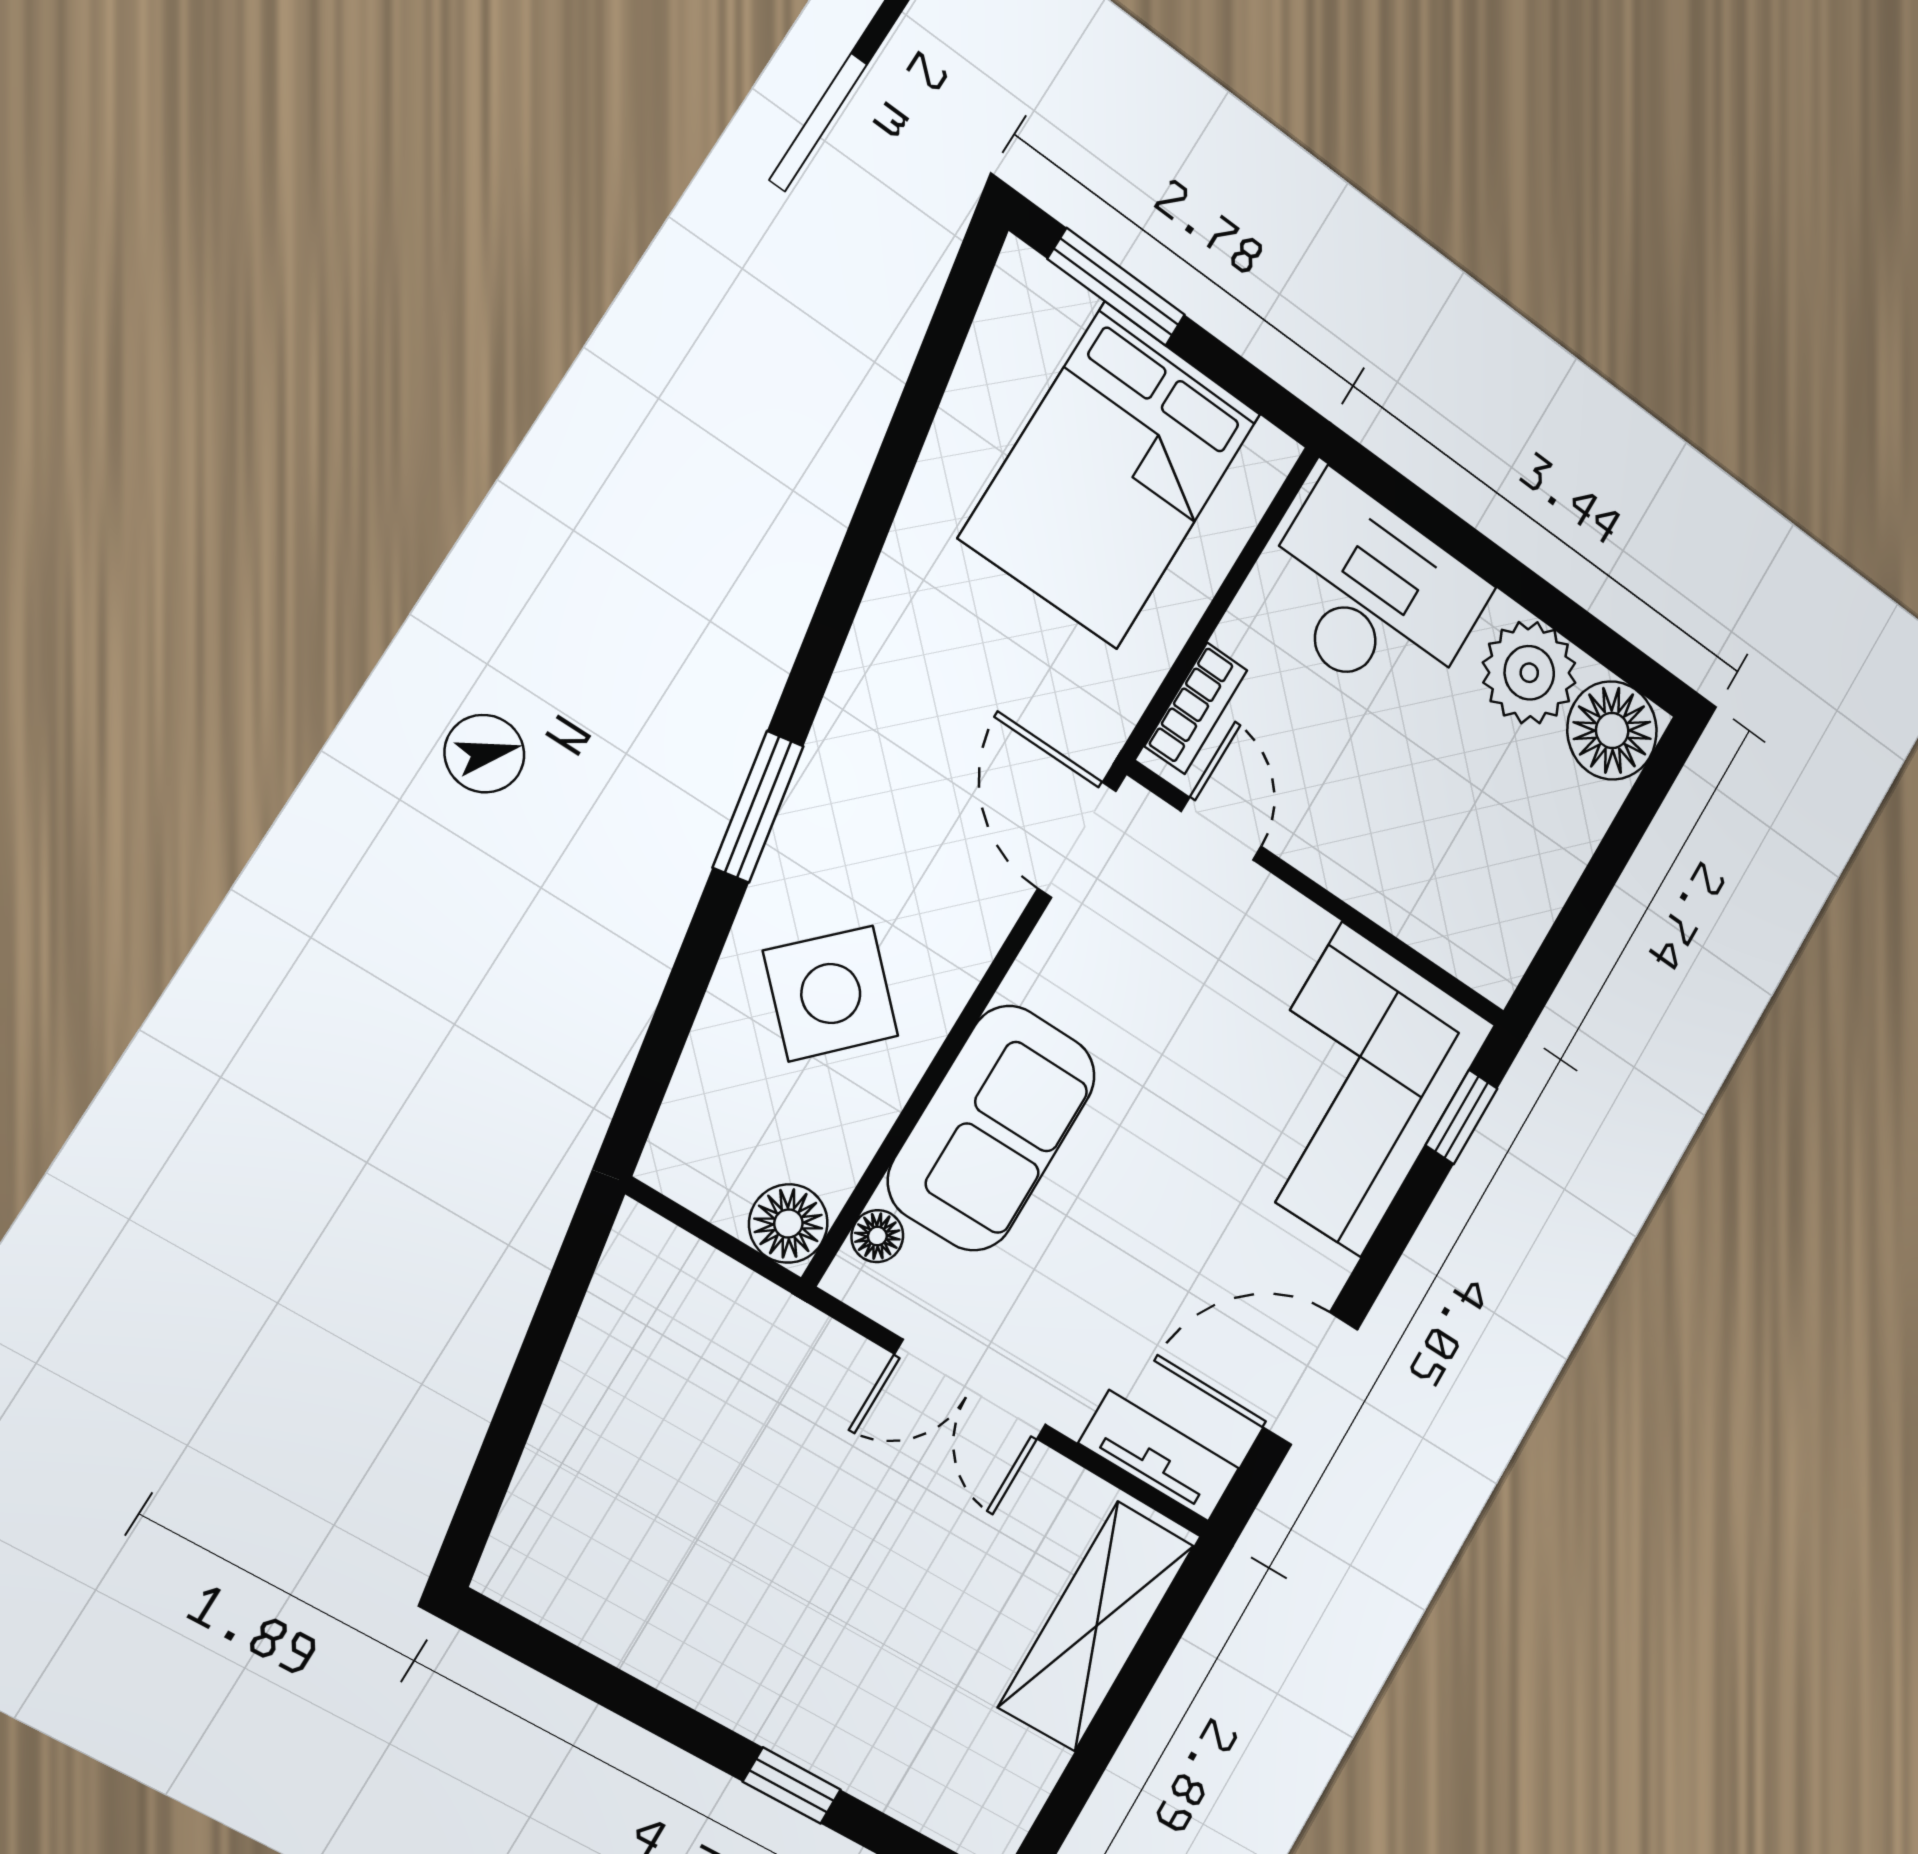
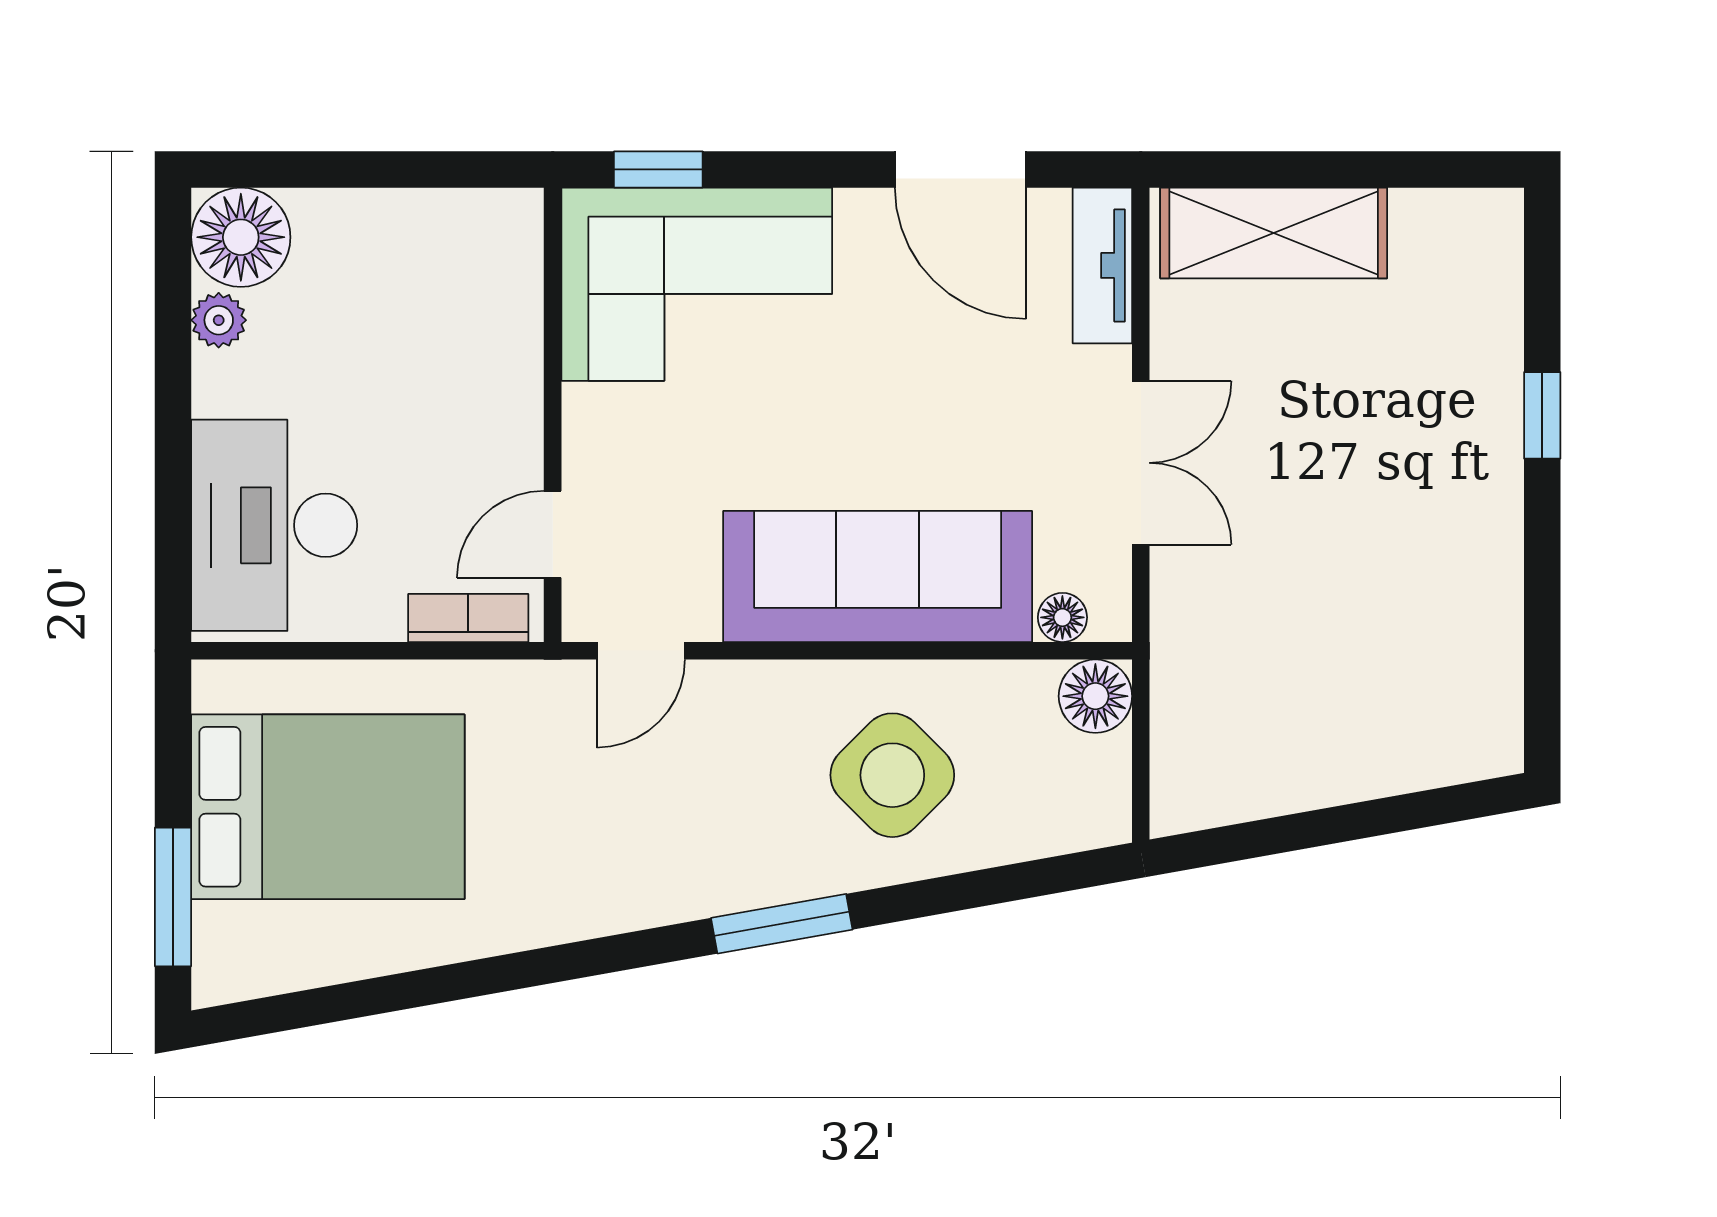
plant: (1529, 673) -> (219, 320), width x0.53, depth x0.53
door: (1077, 840) -> (641, 651), width x0.73
sofa: (992, 1128) -> (878, 576), width x1.36

